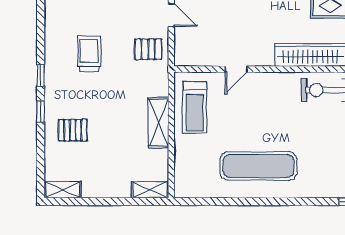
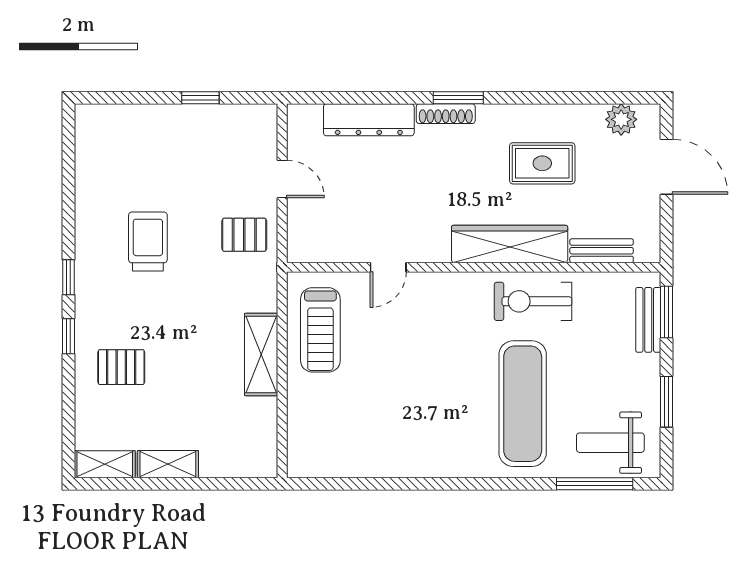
exercise mat: (258, 166) -> (523, 404), moved, turned 90
shelving: (150, 190) -> (168, 464), moved

